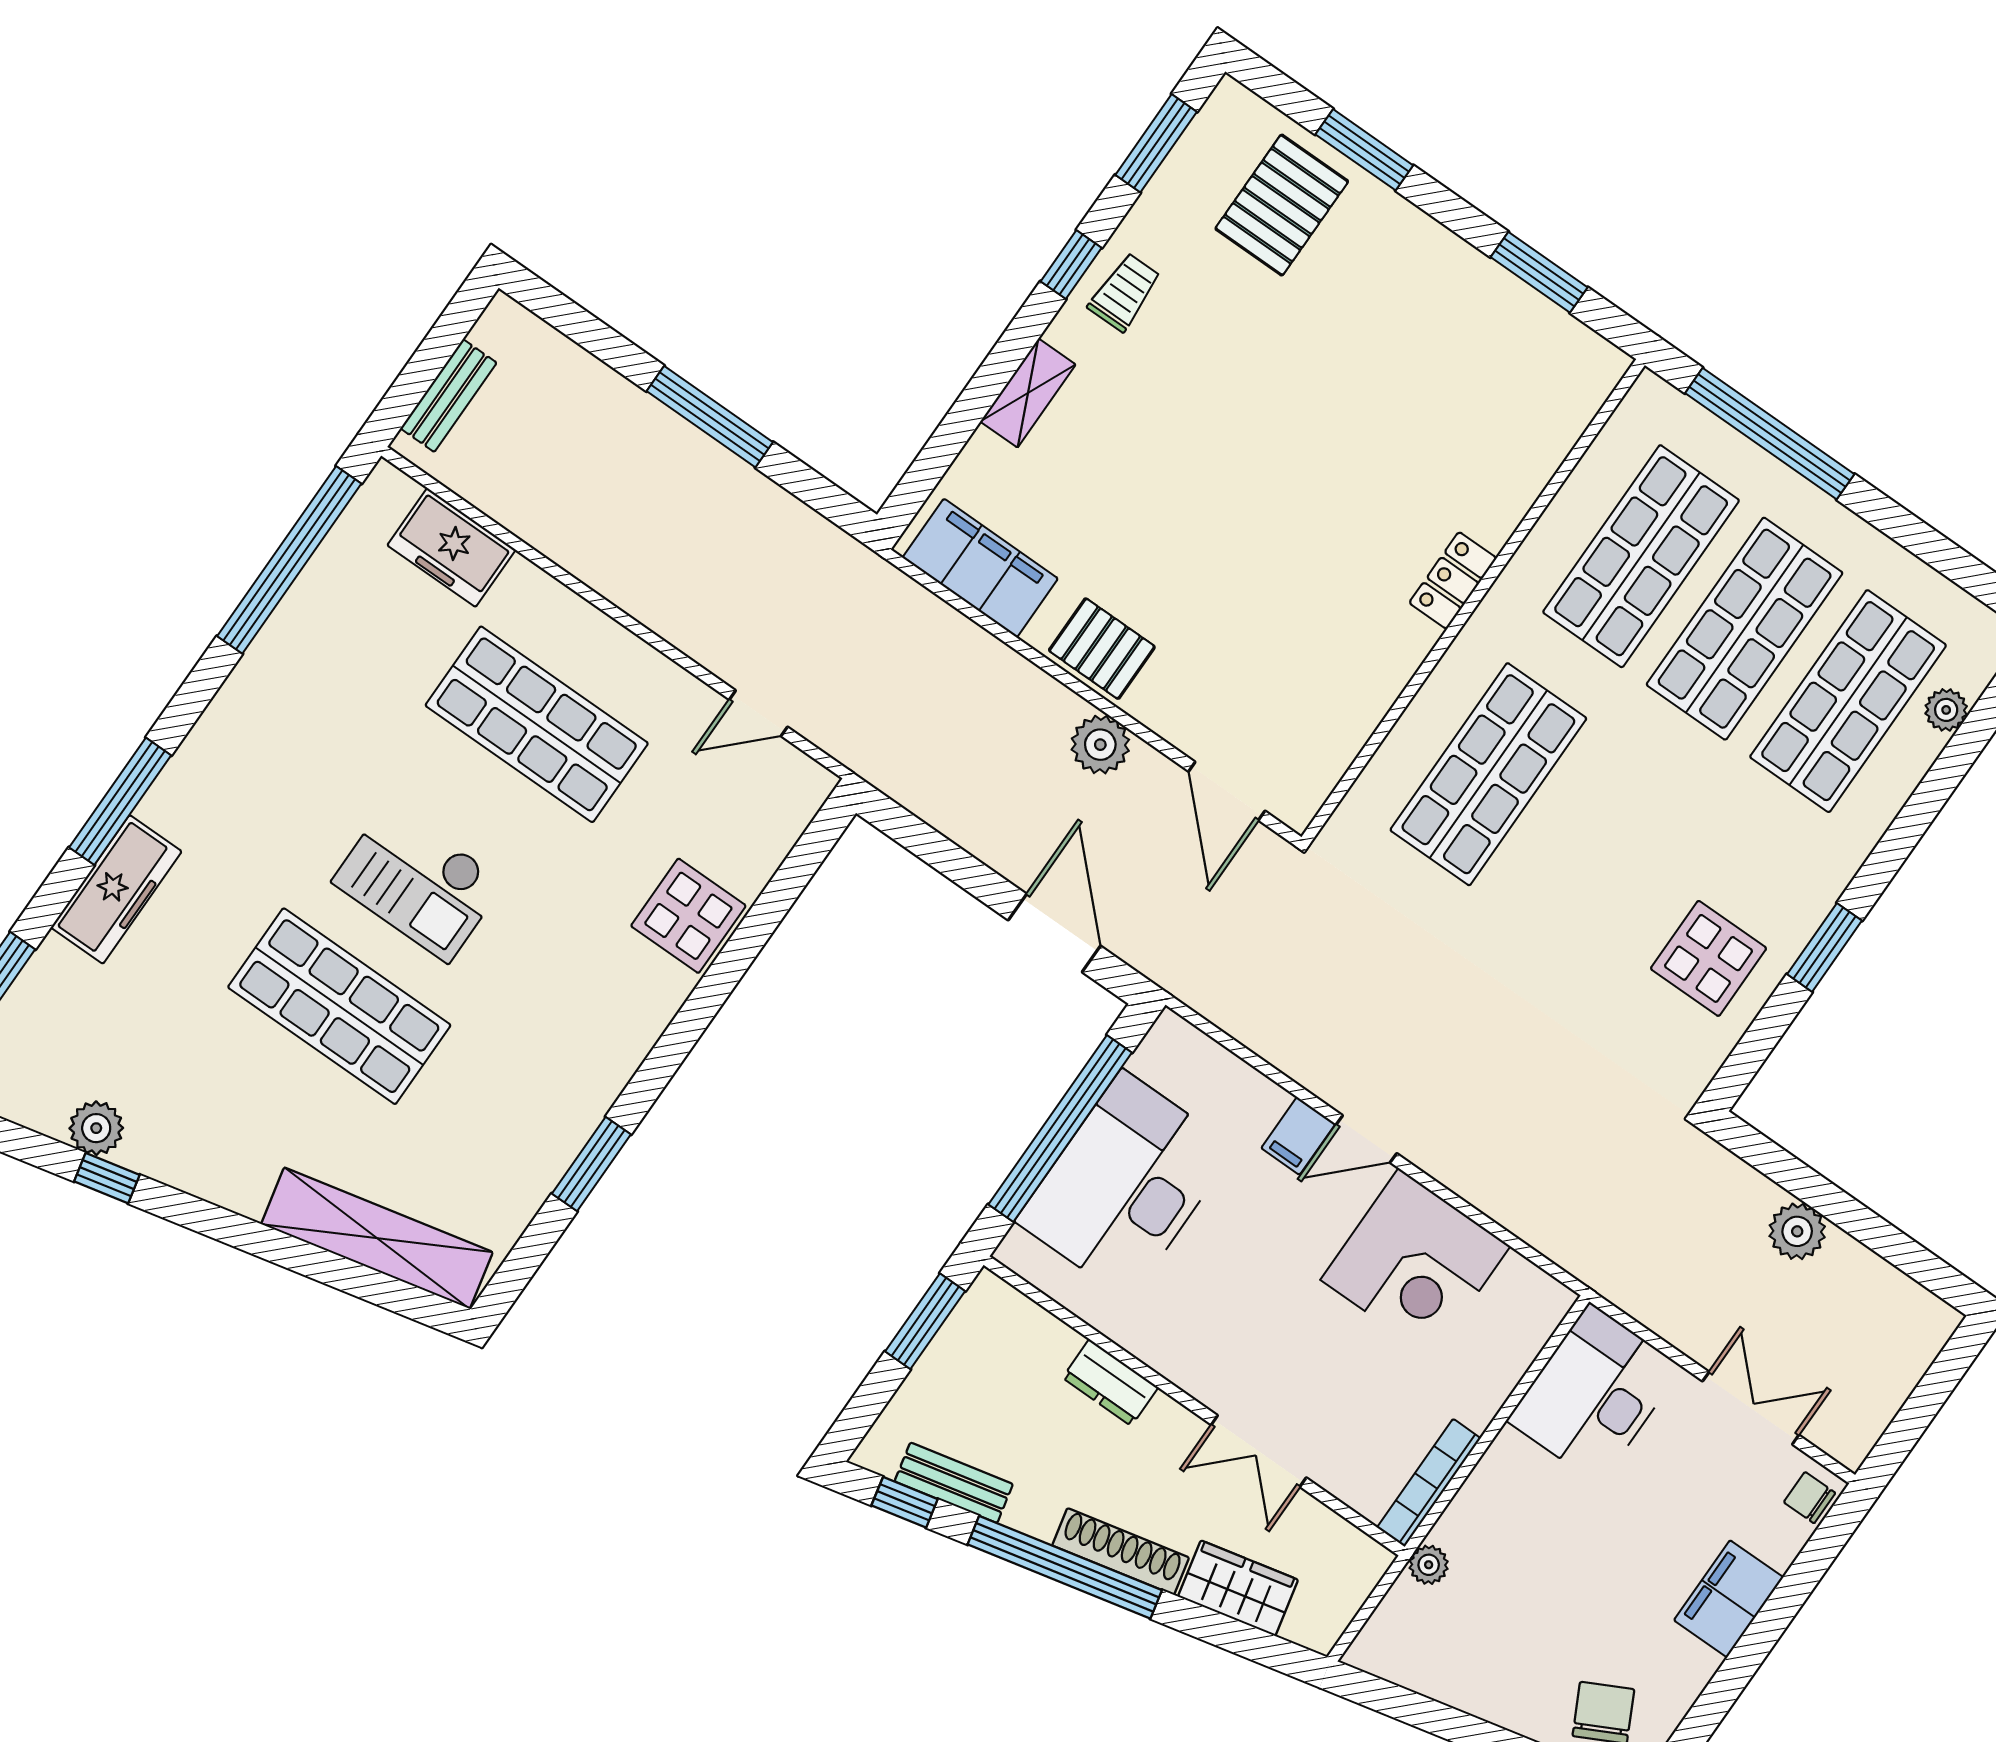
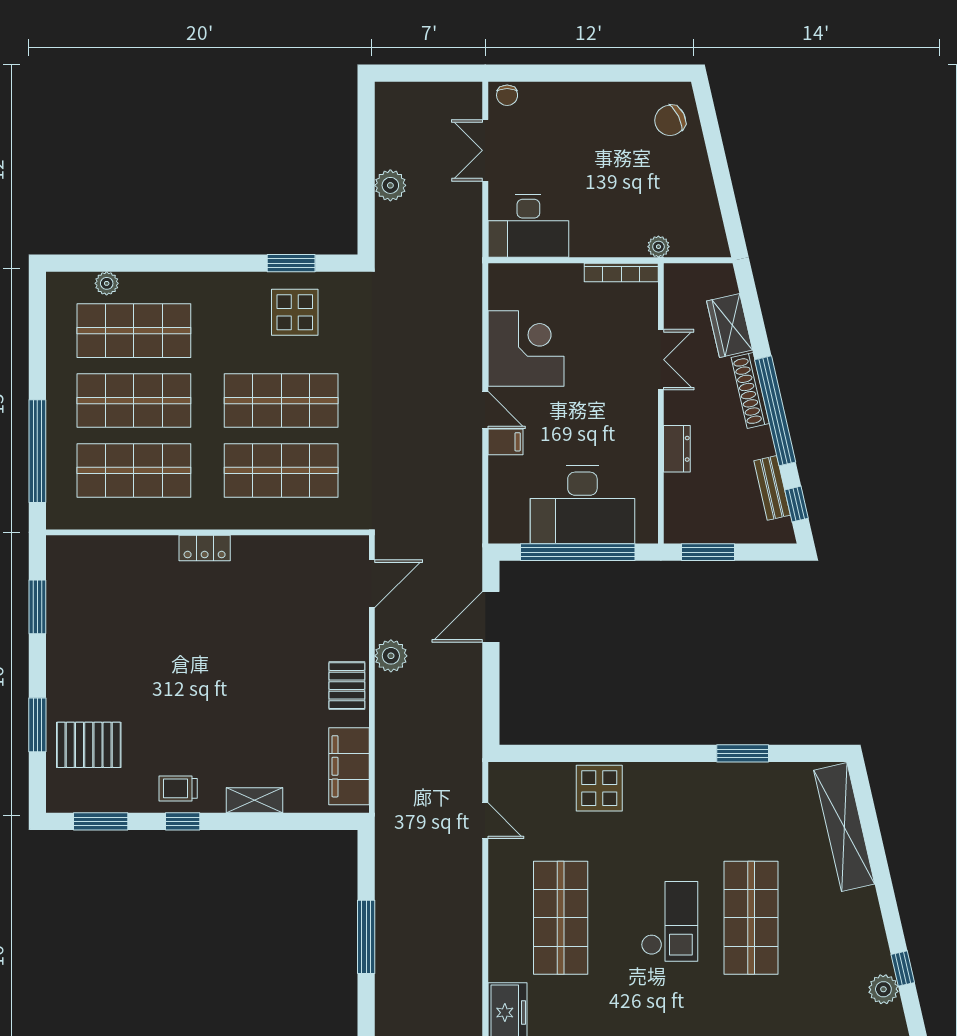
shop shelf: (1592, 847) -> (281, 401), added
window: (1825, 947) -> (291, 263), moved
filing cabinet: (1729, 1599) -> (579, 100), removed

